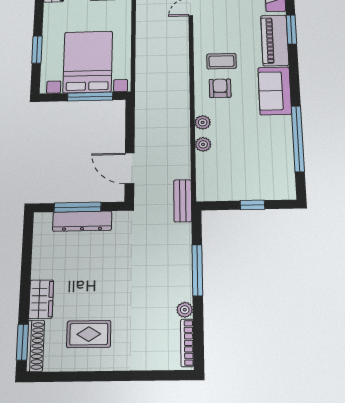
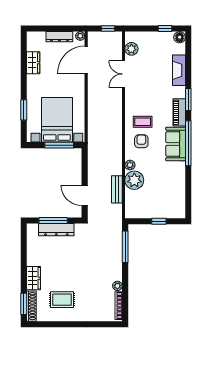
piano: (275, 40) -> (179, 112), width x0.73, depth x0.75
window: (298, 139) -> (188, 143), moved
plant: (203, 144) -> (134, 180), width x1.87, depth x1.87
bench: (183, 201) -> (117, 189), moved
window: (197, 270) -> (125, 247), moved

